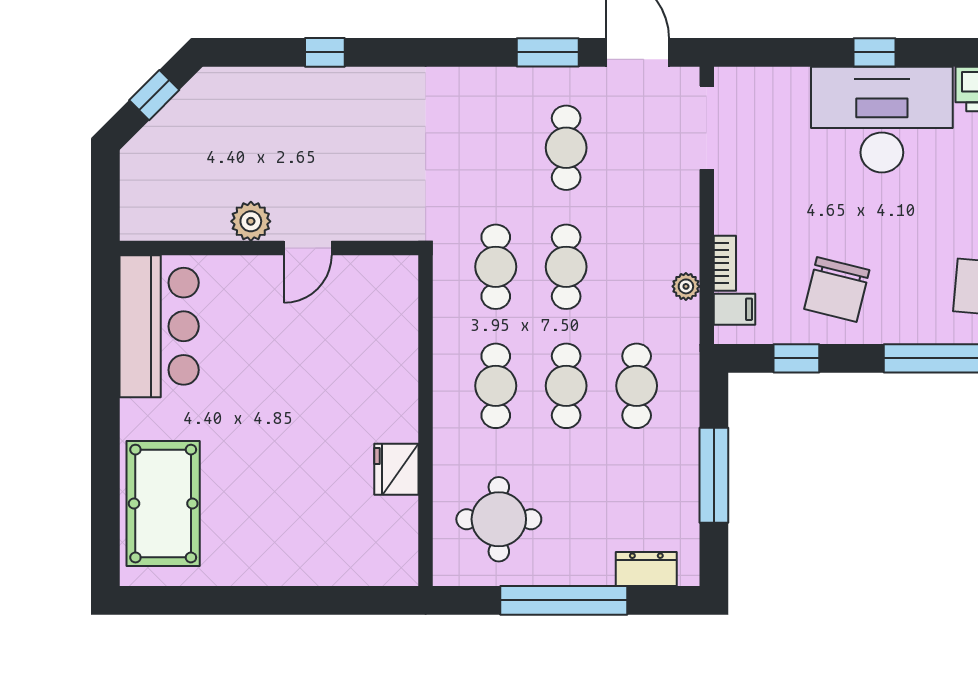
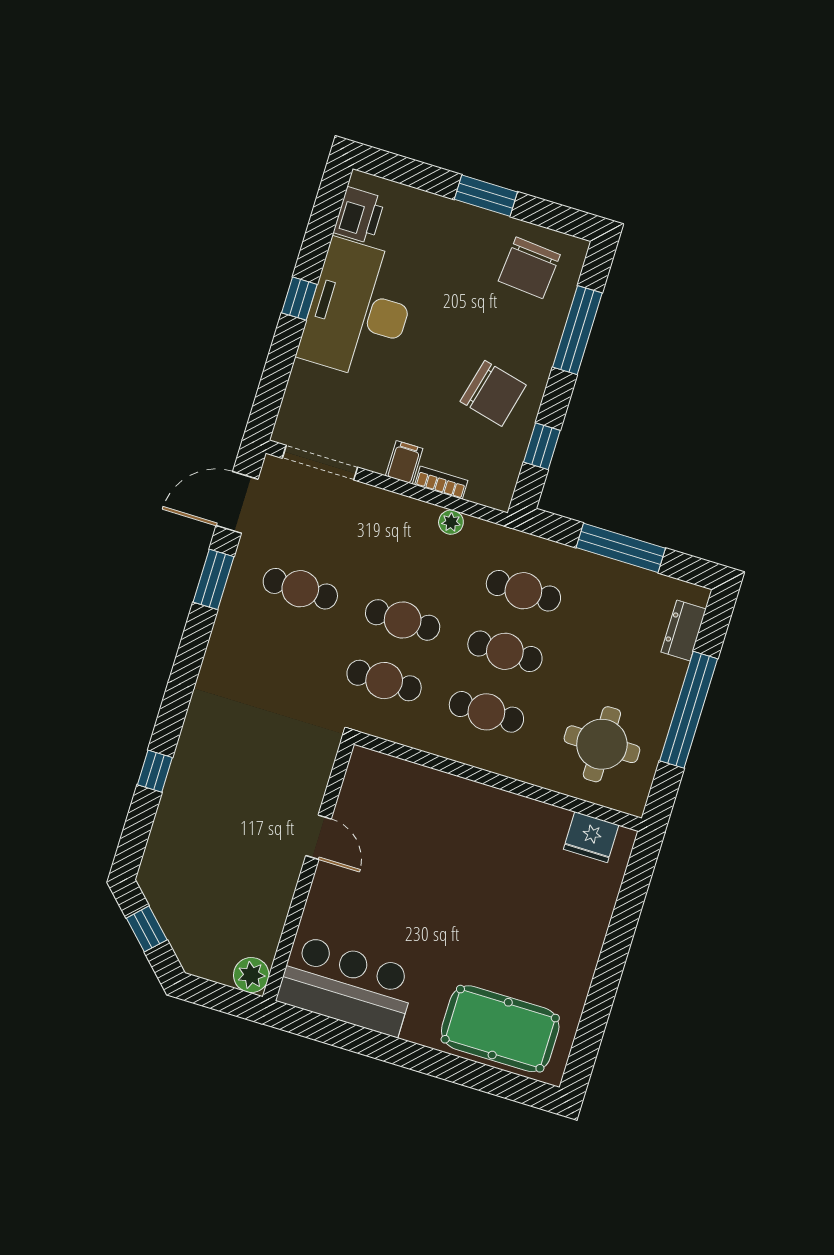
plant: (251, 221) -> (251, 975), moved
filing cabinet: (735, 309) -> (404, 462), moved
fridge: (396, 469) -> (591, 837), moved

